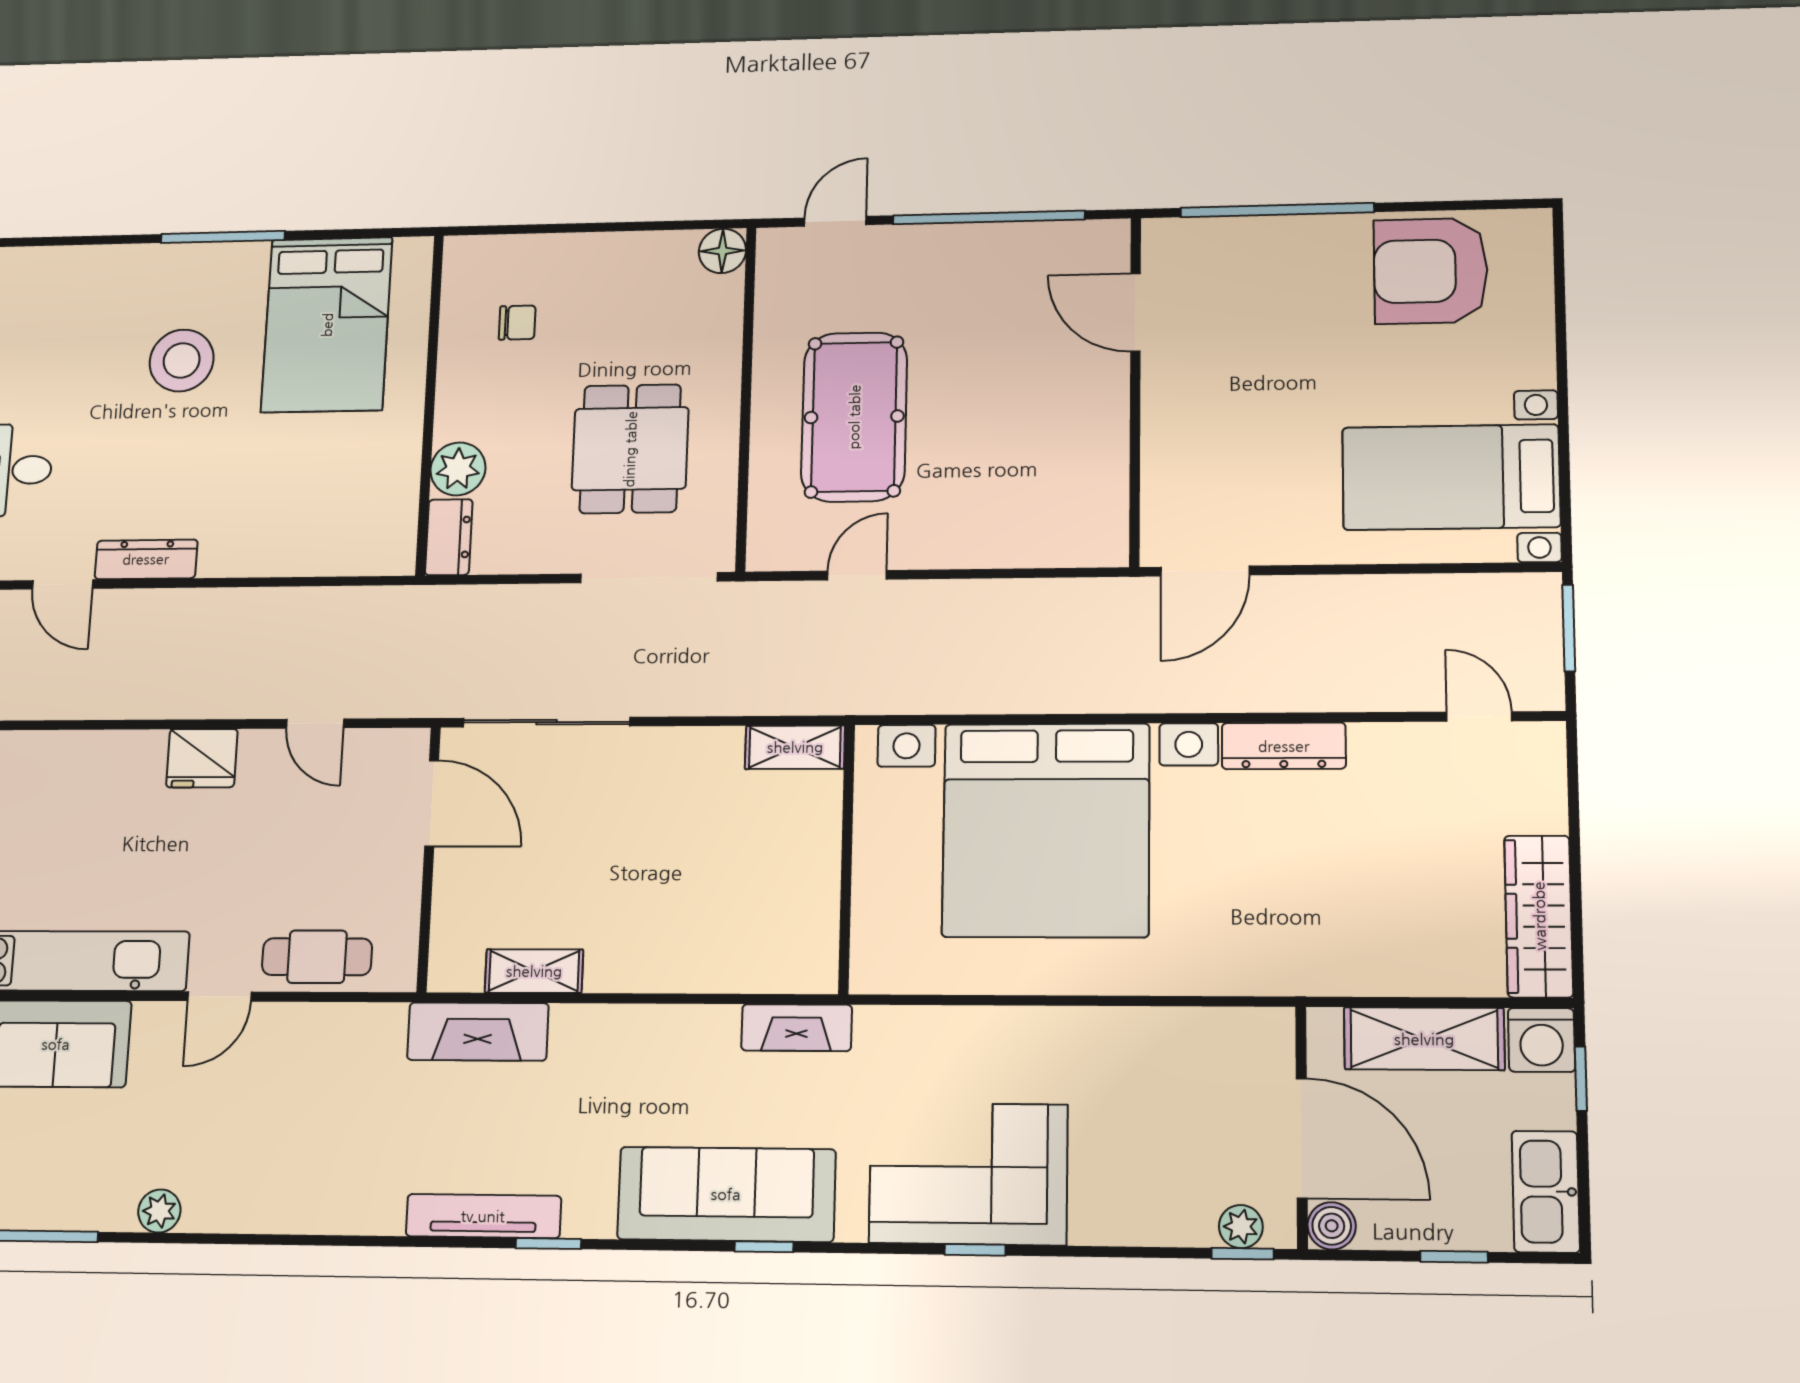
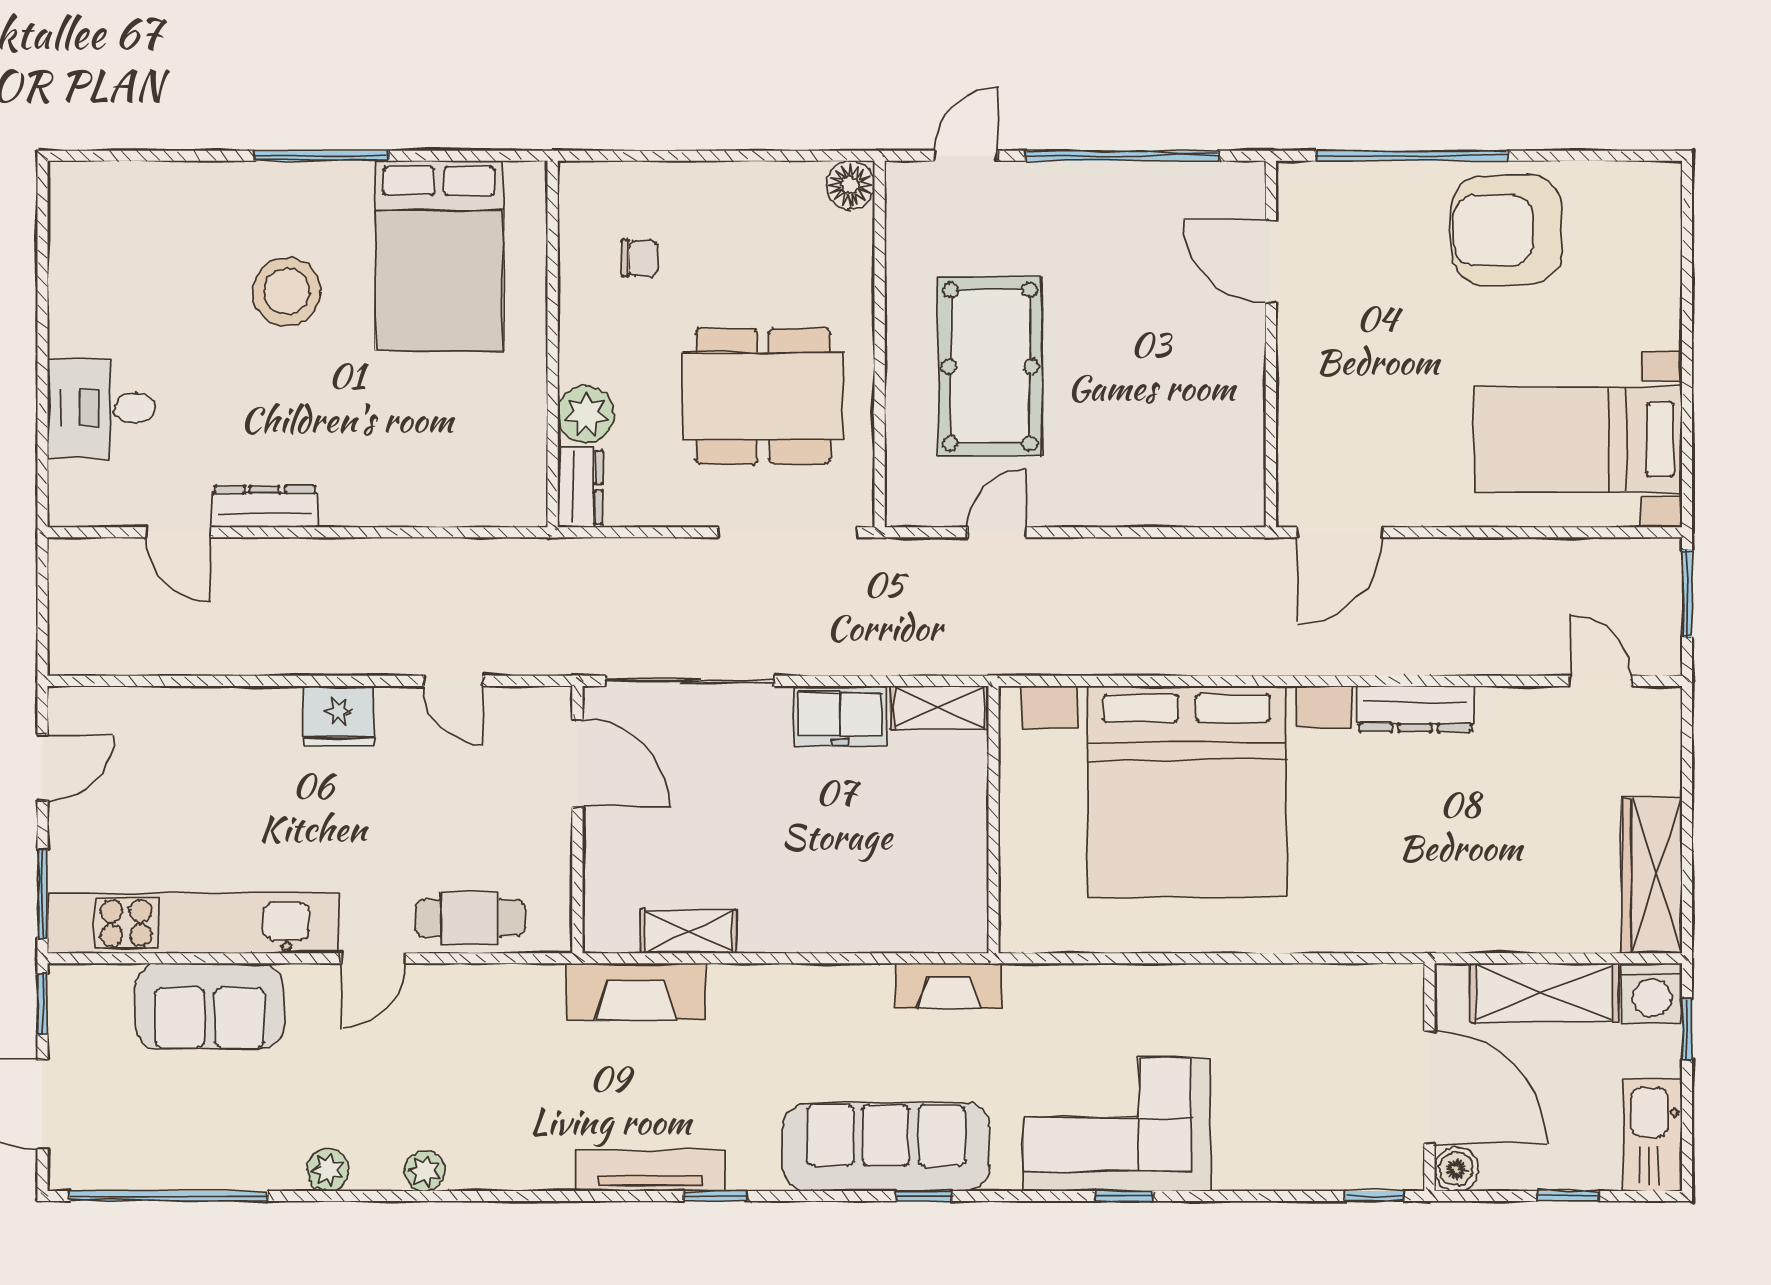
armchair: (1431, 271) -> (1506, 230), moved
dining table: (630, 449) -> (763, 396), width x1.38
freezer: (695, 756) -> (840, 716), added
plant: (1241, 1227) -> (425, 1171), moved

